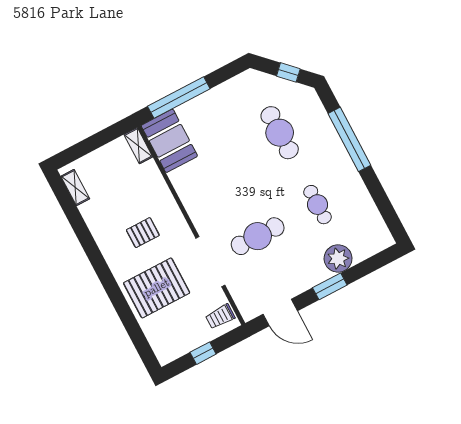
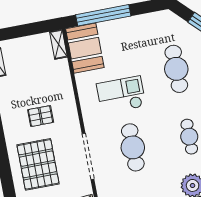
checkout: (226, 181) -> (121, 95), added
cafe table: (258, 236) -> (133, 147), turned 90
pallet: (157, 288) -> (38, 164), turned 90

